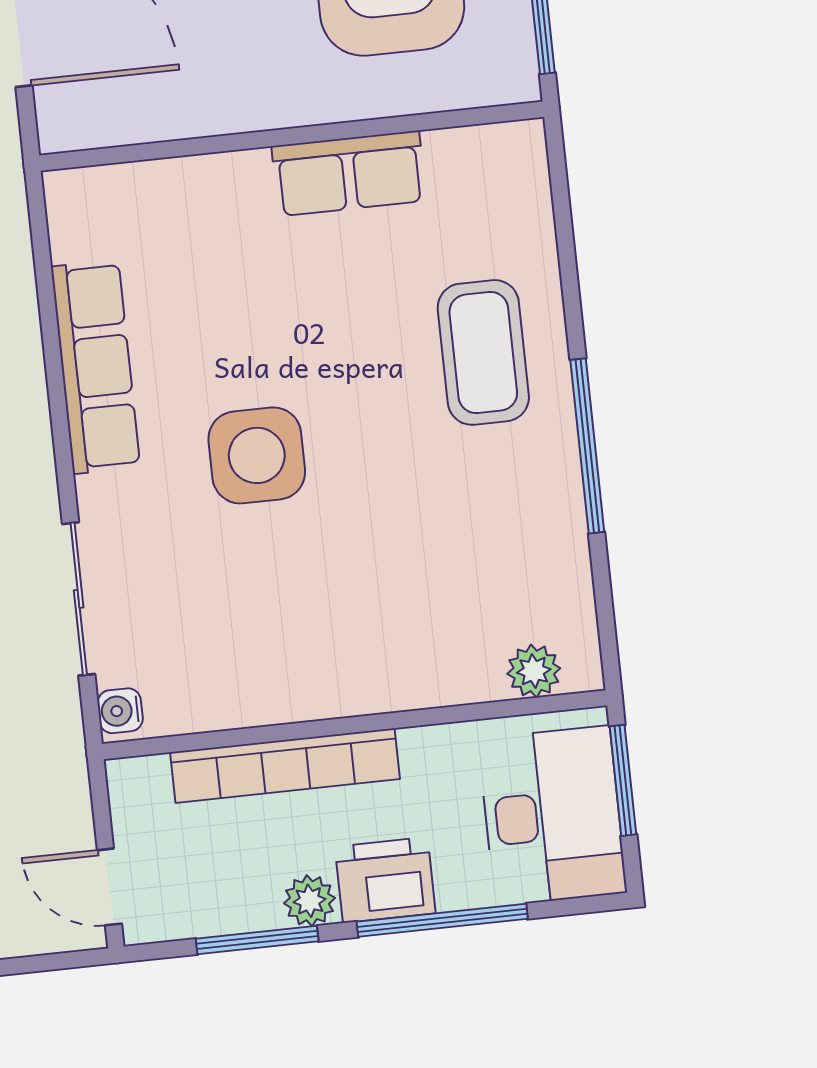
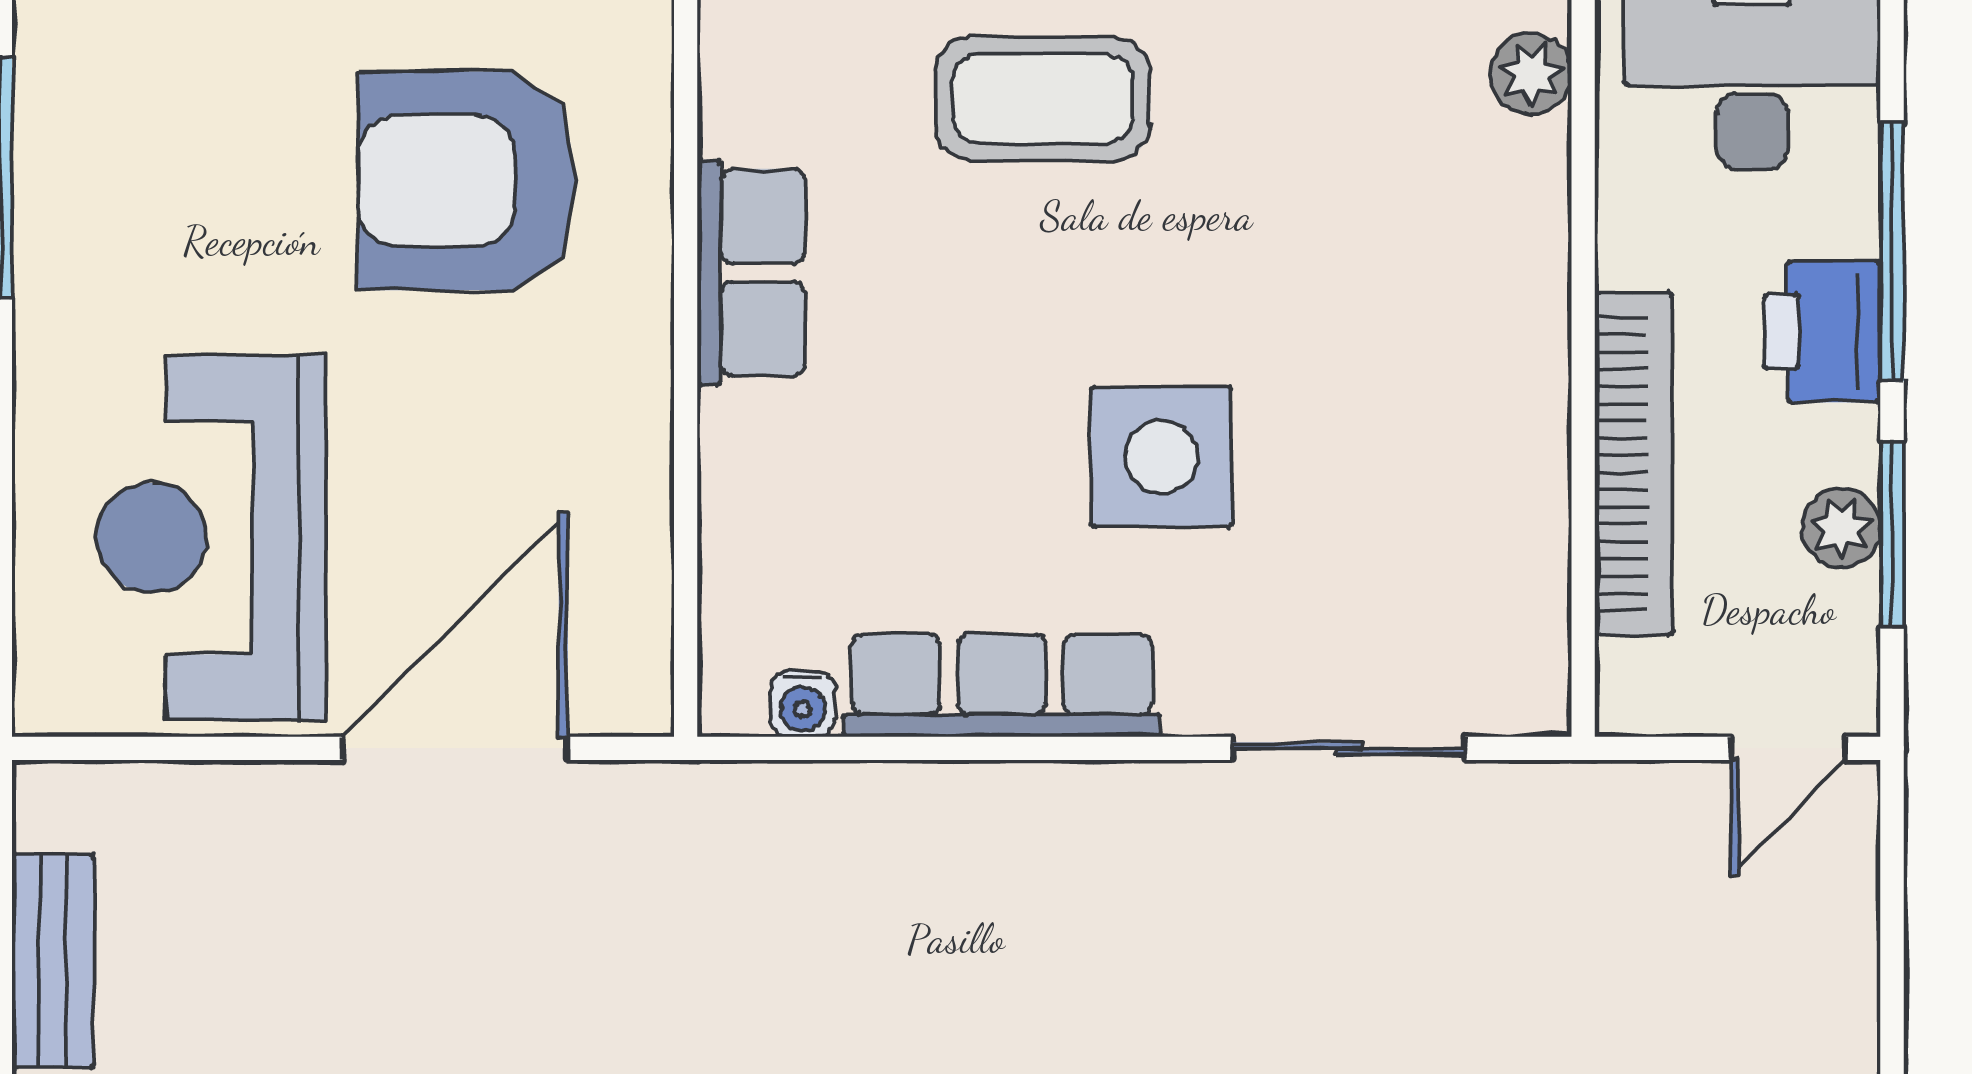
water cooler: (120, 711) -> (803, 704), moved
plant: (309, 901) -> (1841, 528), moved

